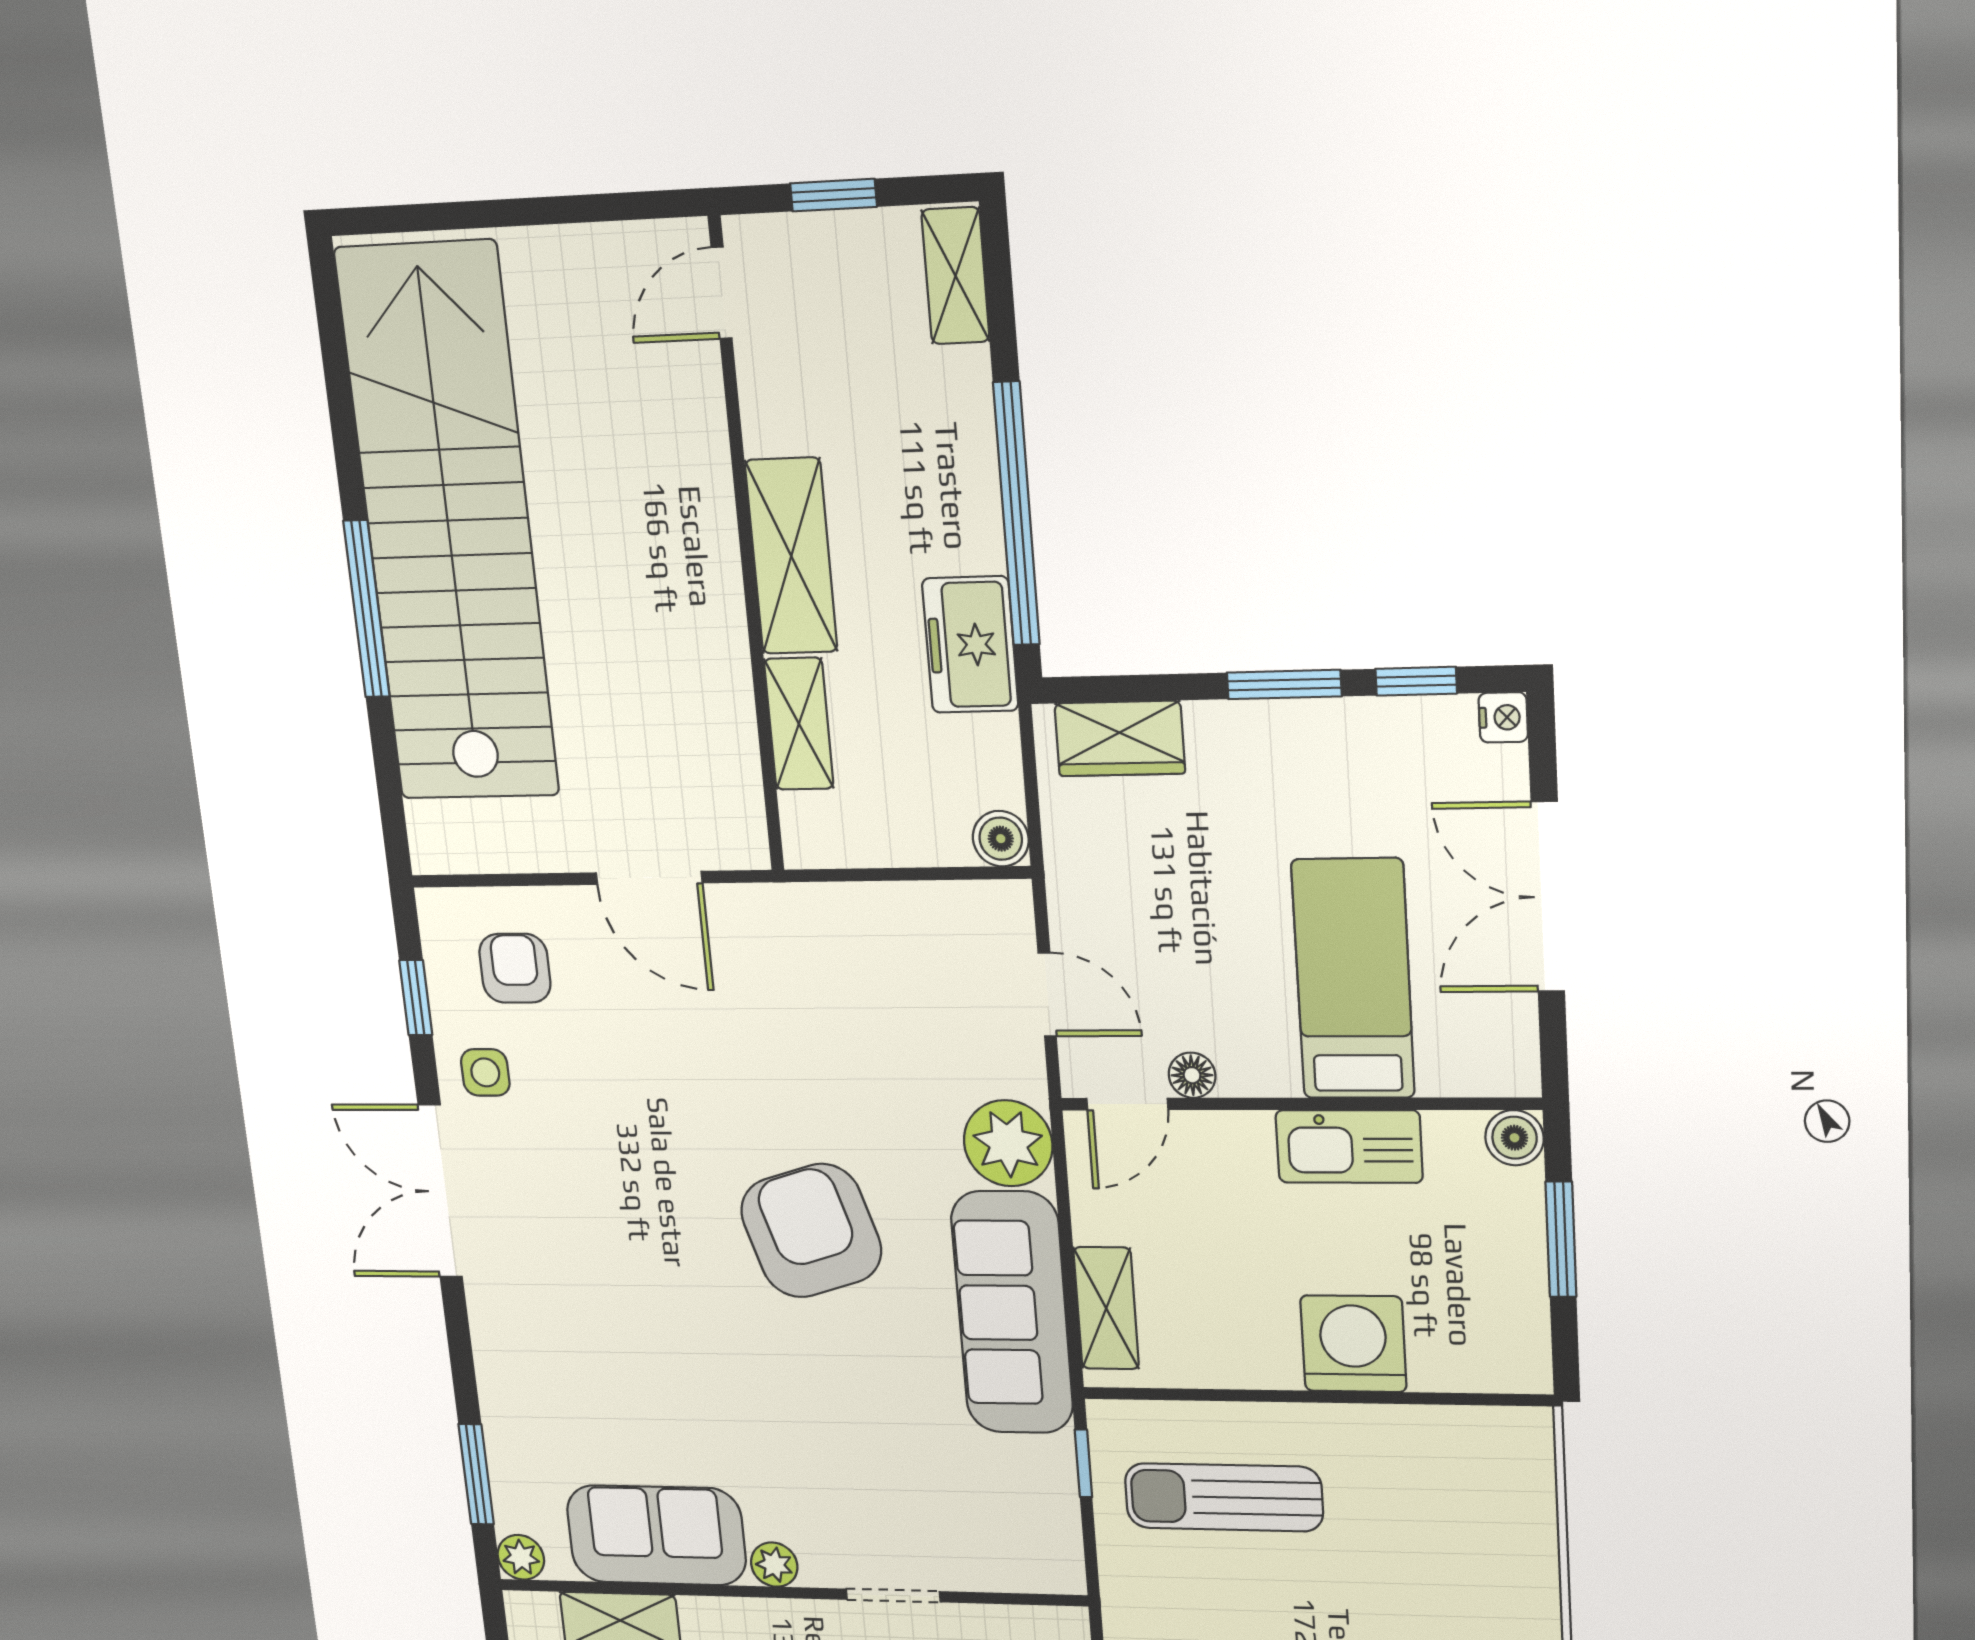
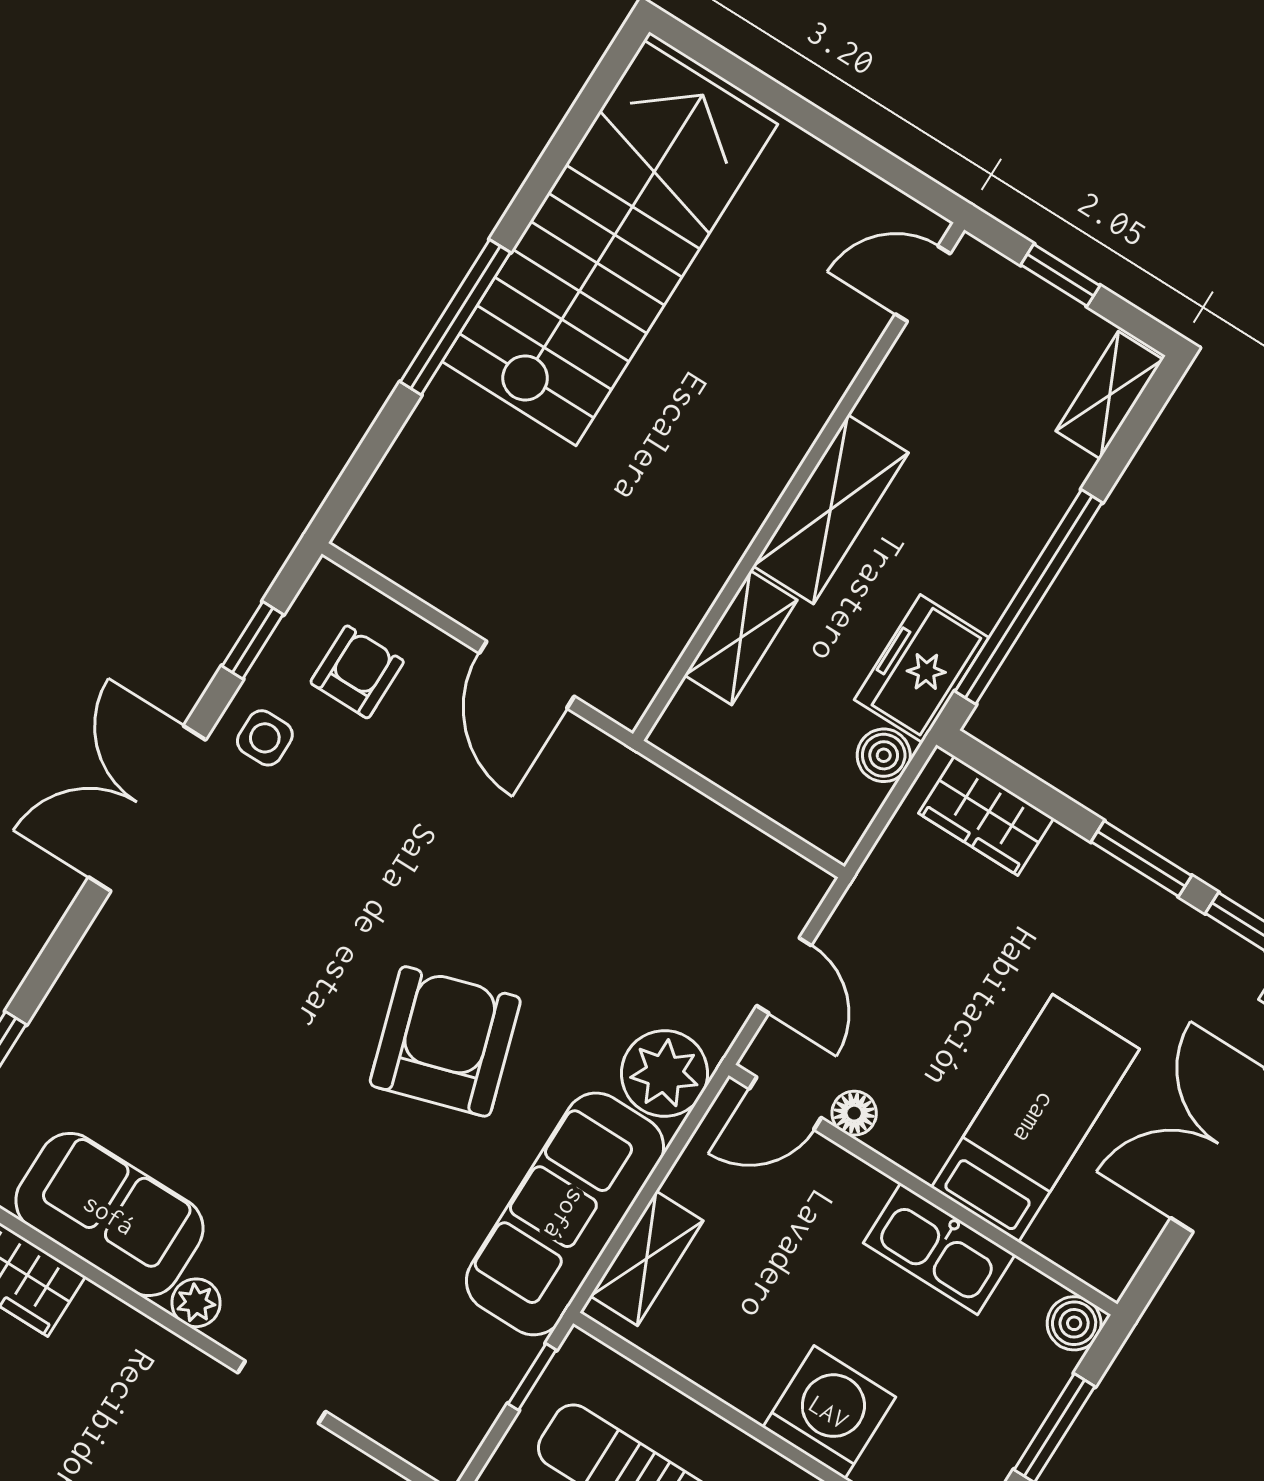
stairs: (448, 525) -> (610, 243), width x0.73
boiler: (1001, 839) -> (884, 755), moved

